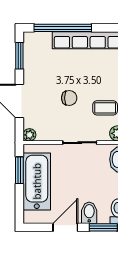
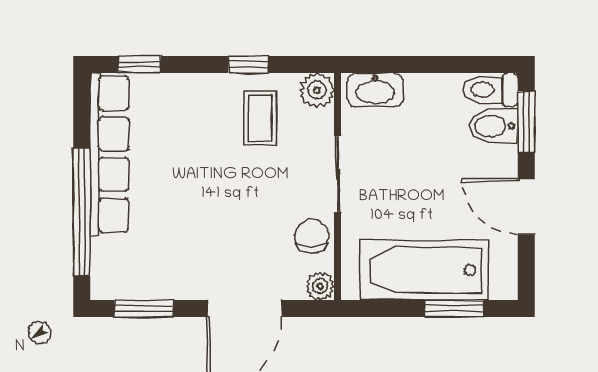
chair: (69, 98) -> (312, 236), moved
window: (19, 170) -> (454, 308), moved
bidet: (89, 213) -> (494, 126), moved

